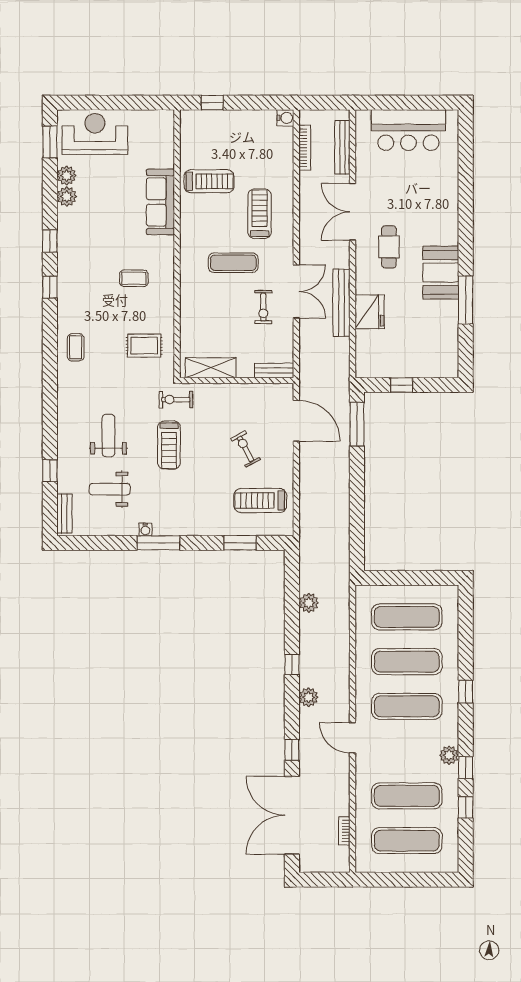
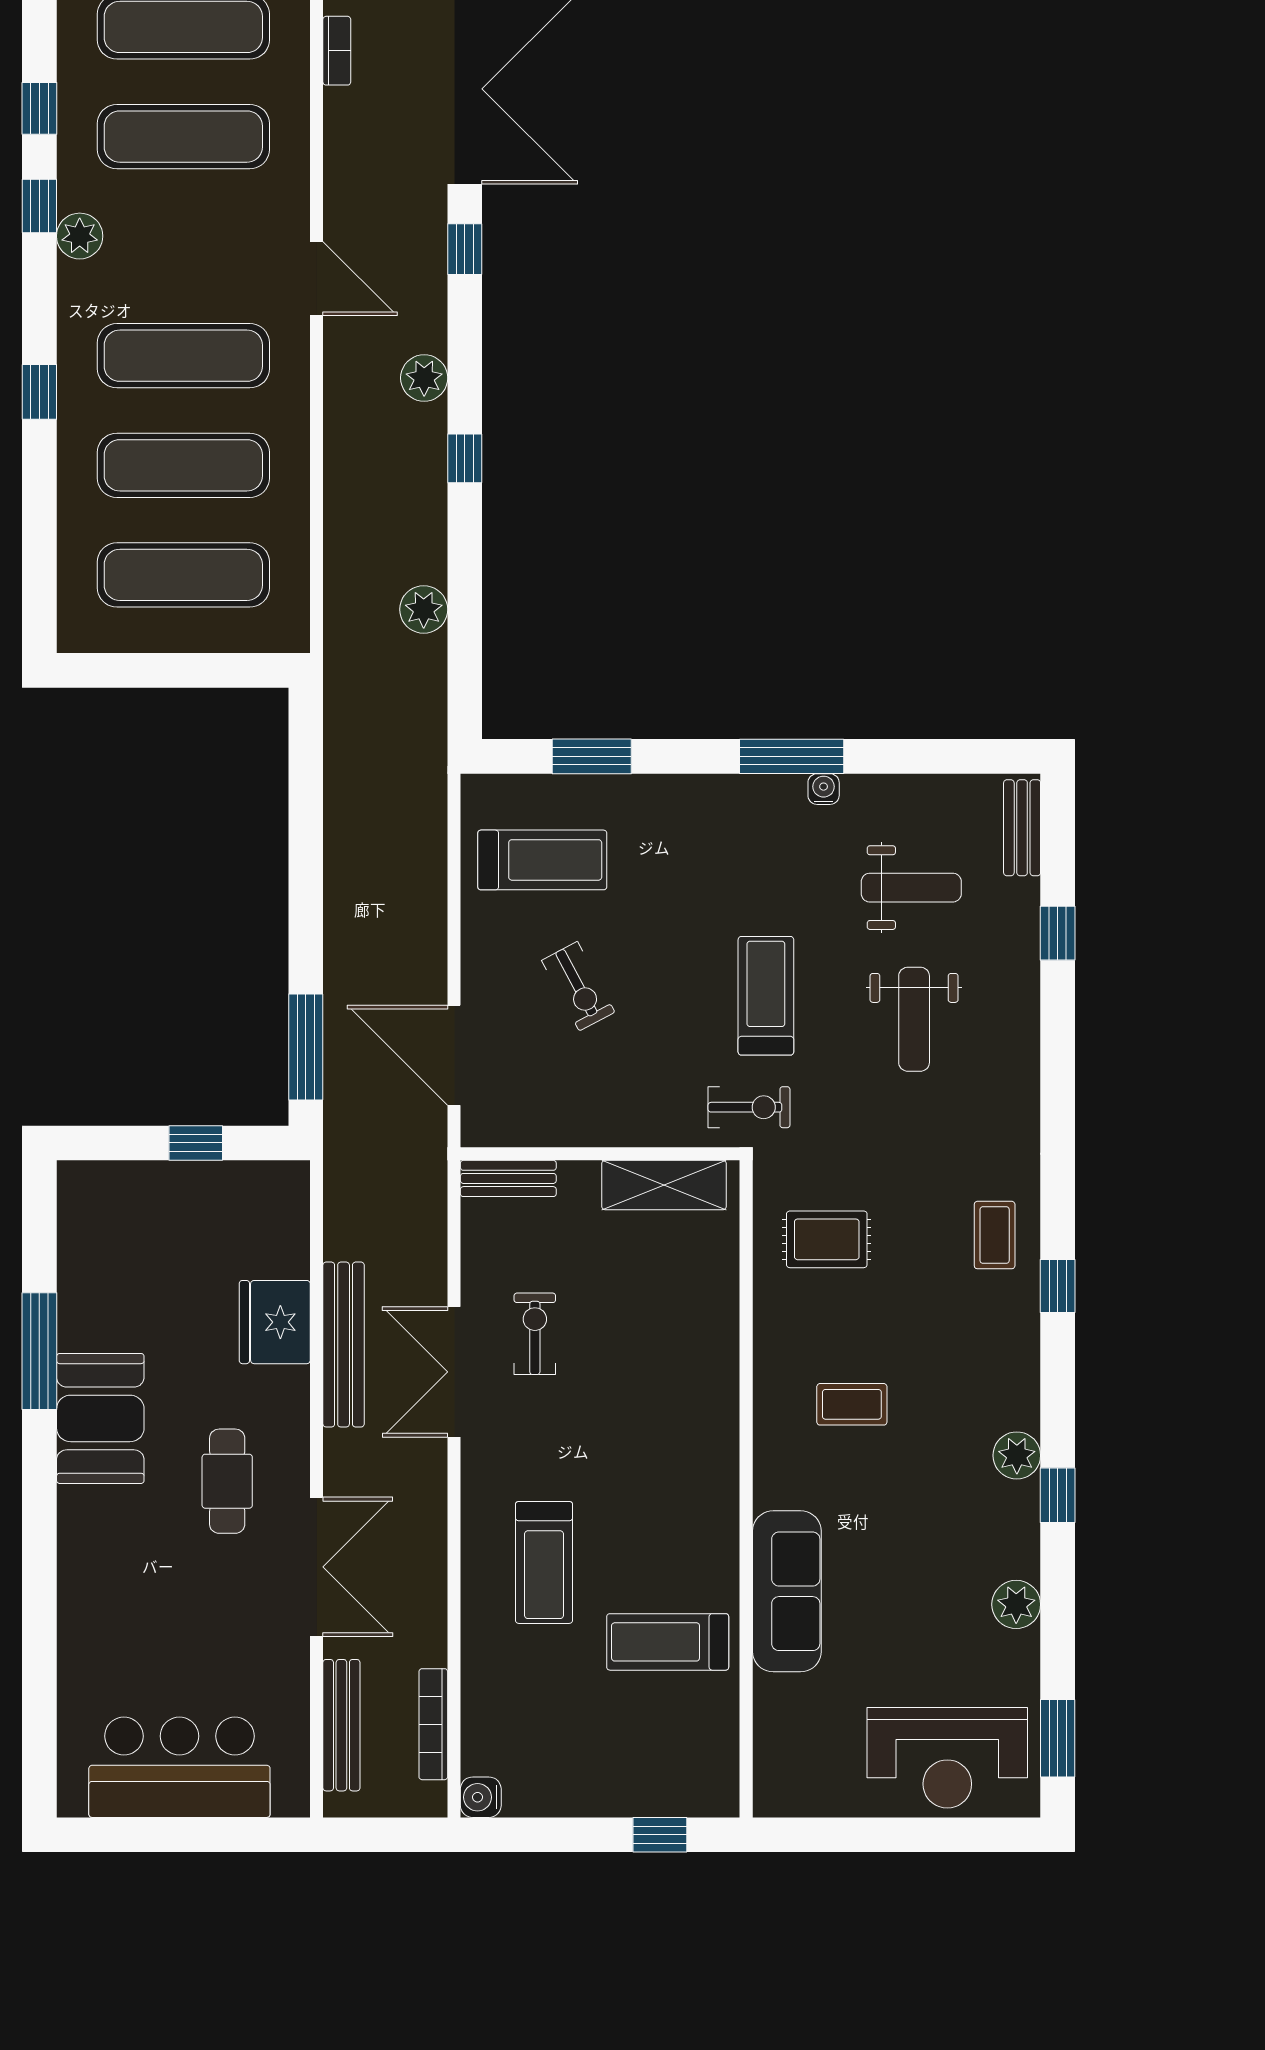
plant: (67, 176) -> (1017, 1455), moved
exercise mat: (233, 263) -> (608, 1442), removed
window: (50, 287) -> (1058, 1286), moved

